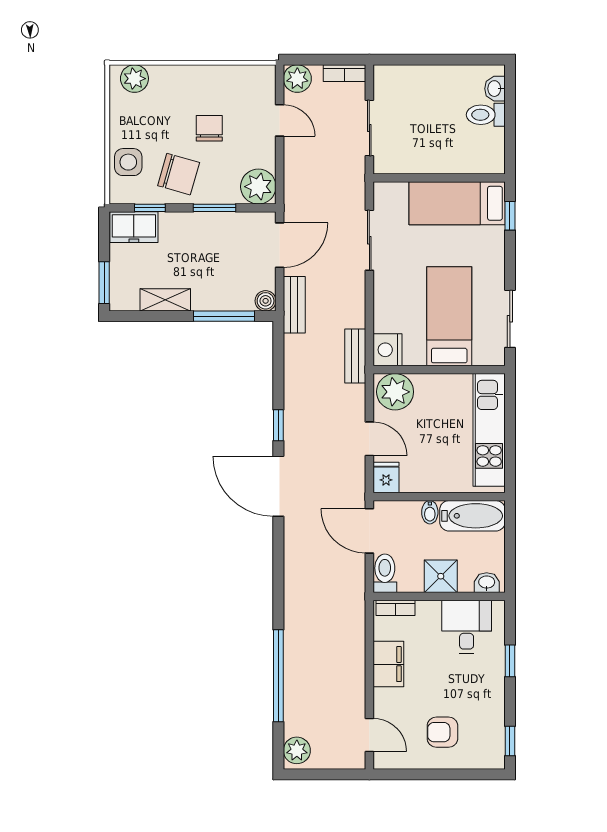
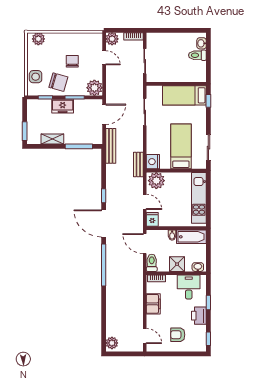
freezer: (134, 227) -> (63, 106), moved
boiler: (266, 301) -> (98, 139), removed
bench: (294, 305) -> (111, 146), width x1.36
window: (278, 676) -> (104, 265), moved
printer: (489, 690) -> (199, 316), added

